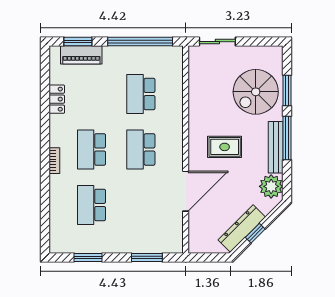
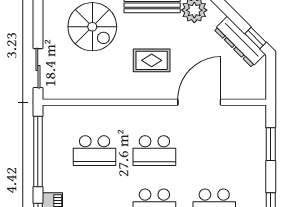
rug: (225, 147) -> (152, 60), turned 90
door: (186, 191) -> (199, 102), hinge flipped
window: (255, 233) -> (256, 38), moved

